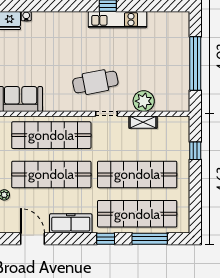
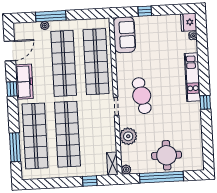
kitchen unit: (118, 20) -> (192, 77), moved
round table: (169, 56) -> (167, 155), added
plant: (184, 106) -> (126, 170), added
shelving: (143, 122) -> (112, 164), moved
window: (106, 239) -> (12, 89), moved

